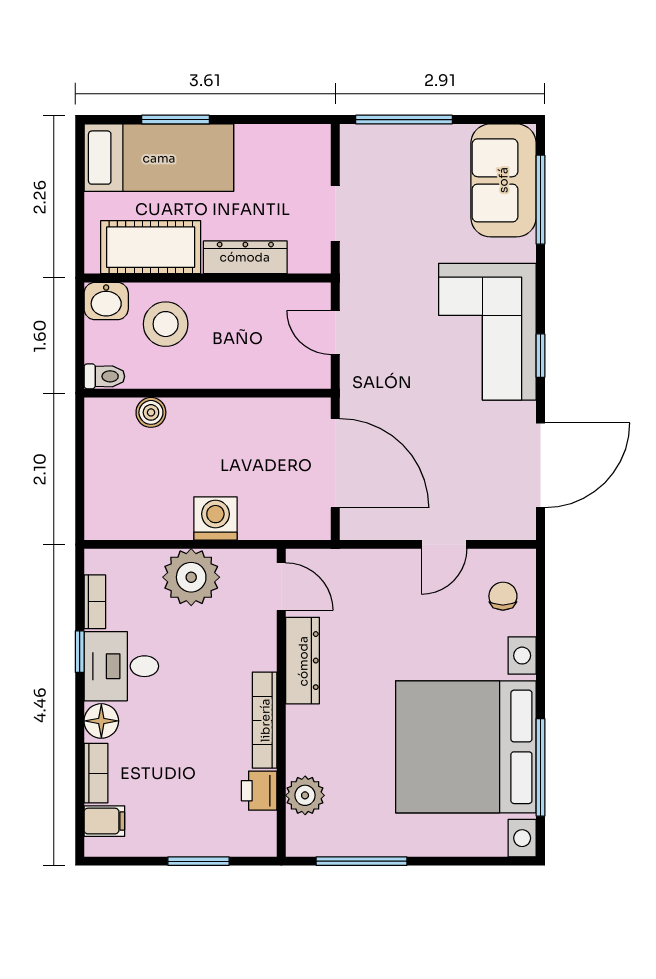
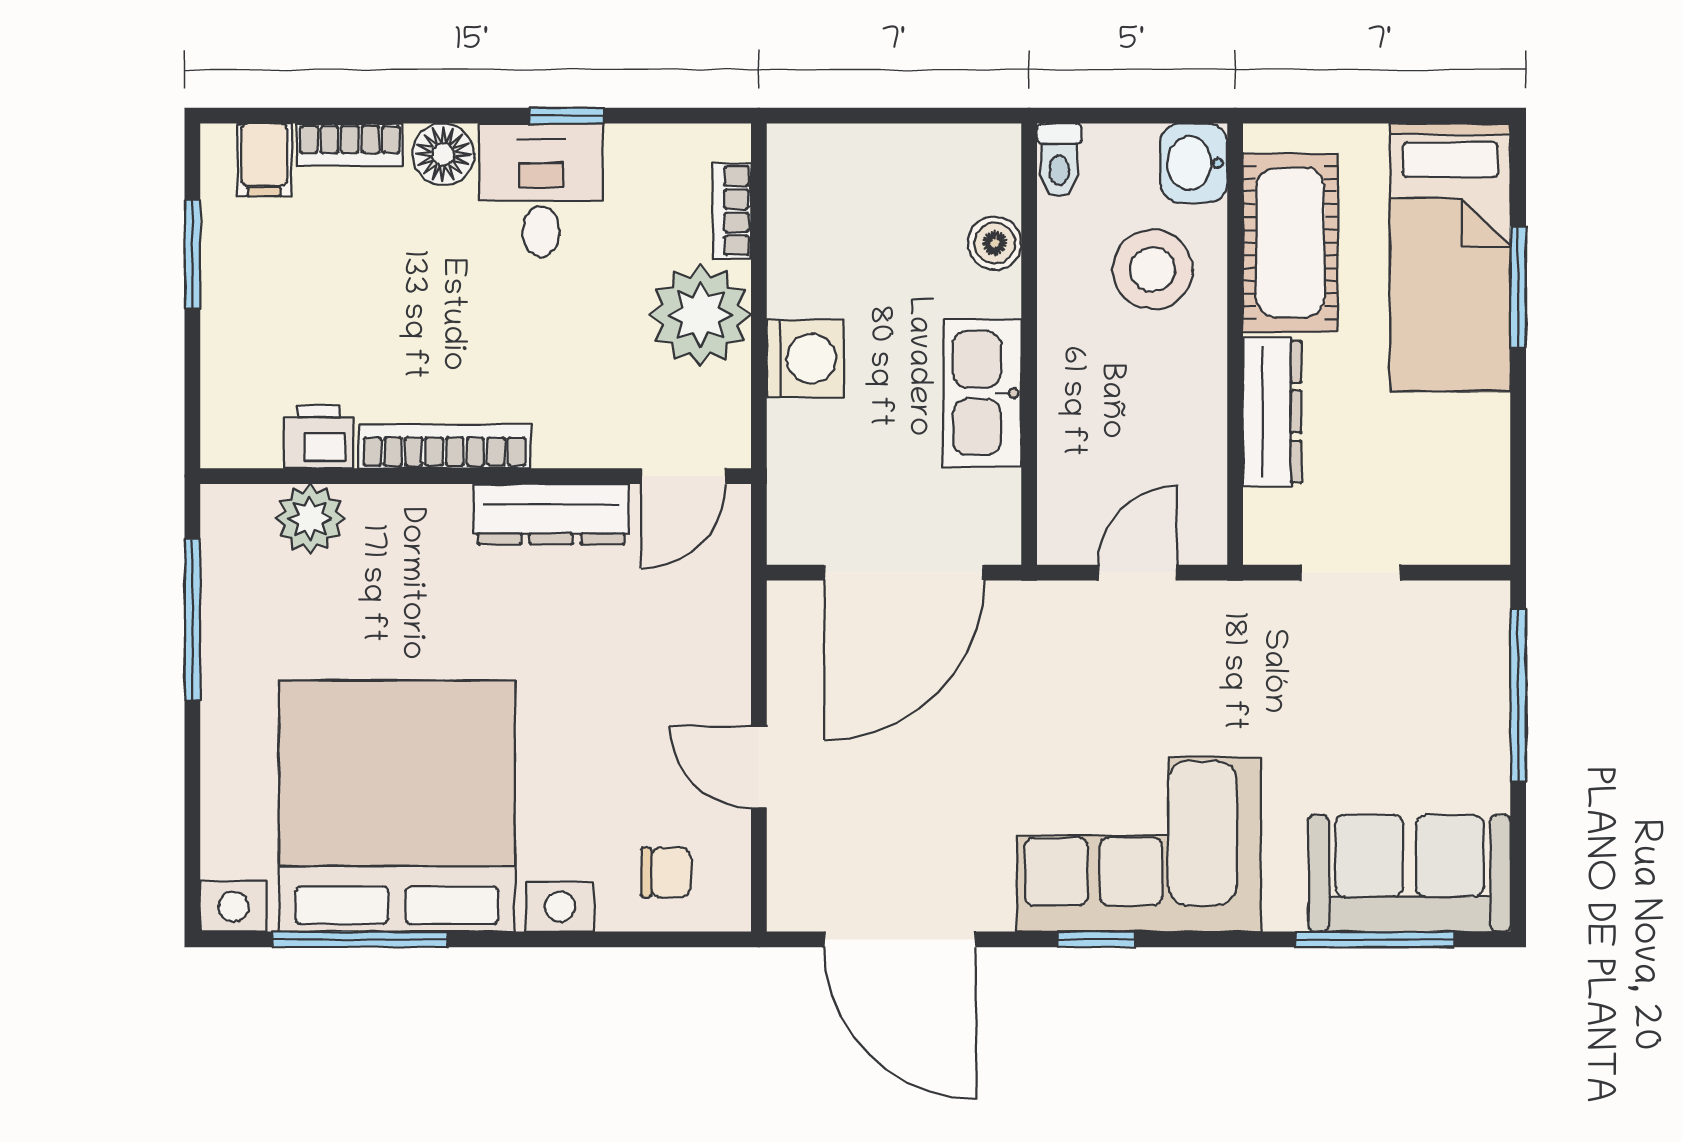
kitchen sink: (235, 419) -> (982, 393), added
bookcase: (95, 602) -> (732, 211), moved, turned 90
window: (199, 861) -> (192, 254), moved

